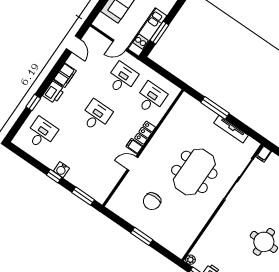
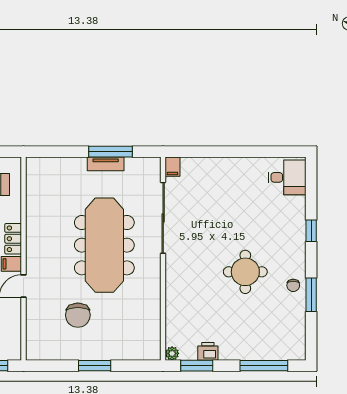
window: (215, 108) -> (111, 152), moved
tv unit: (231, 129) -> (106, 164), width x0.71
meeting table: (194, 172) -> (104, 245), width x1.36

